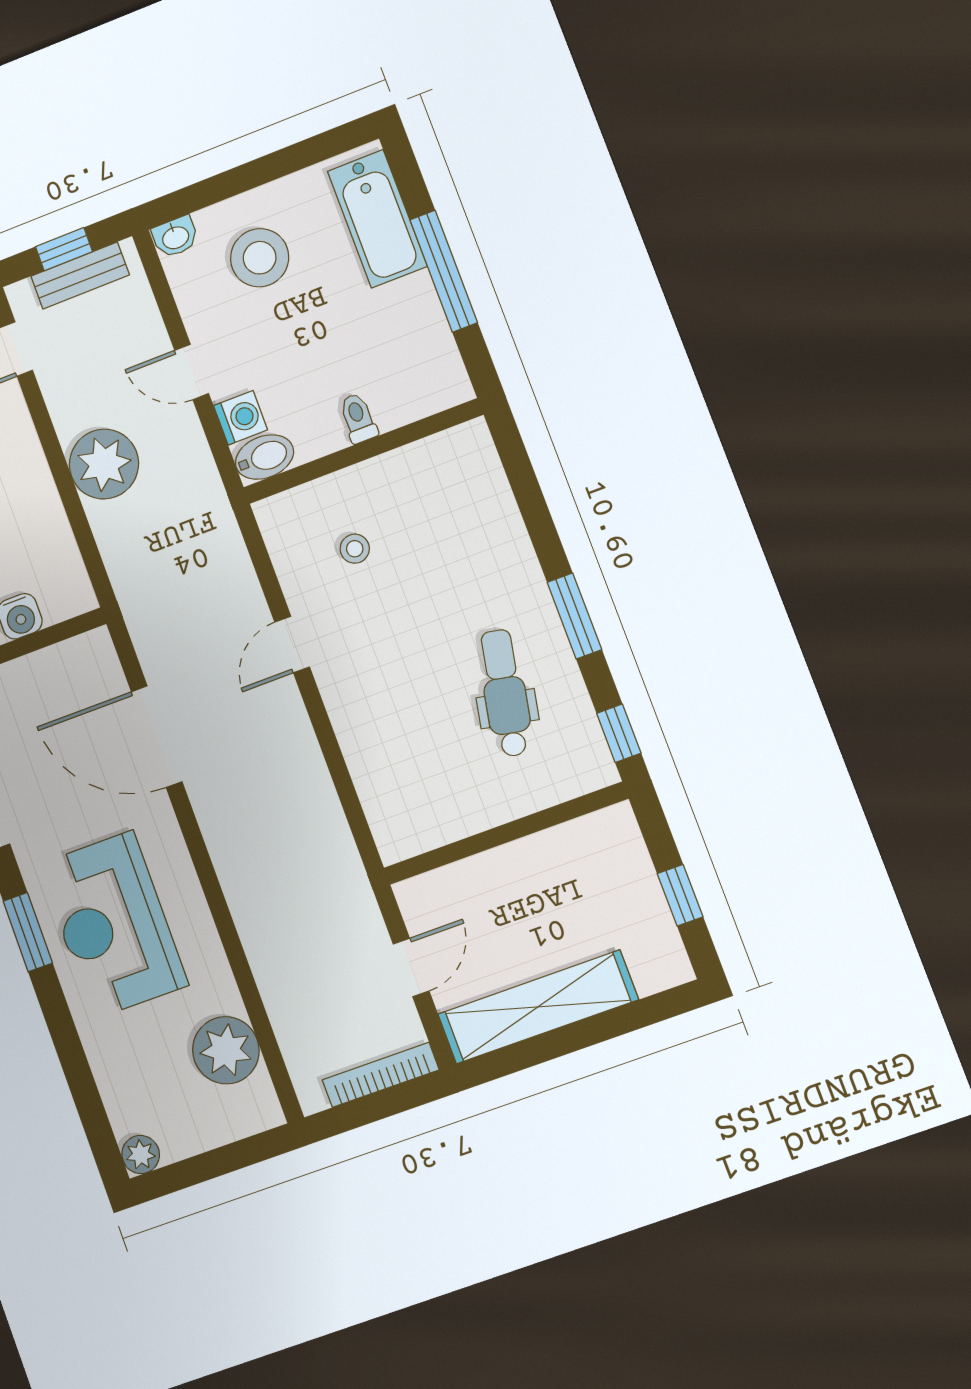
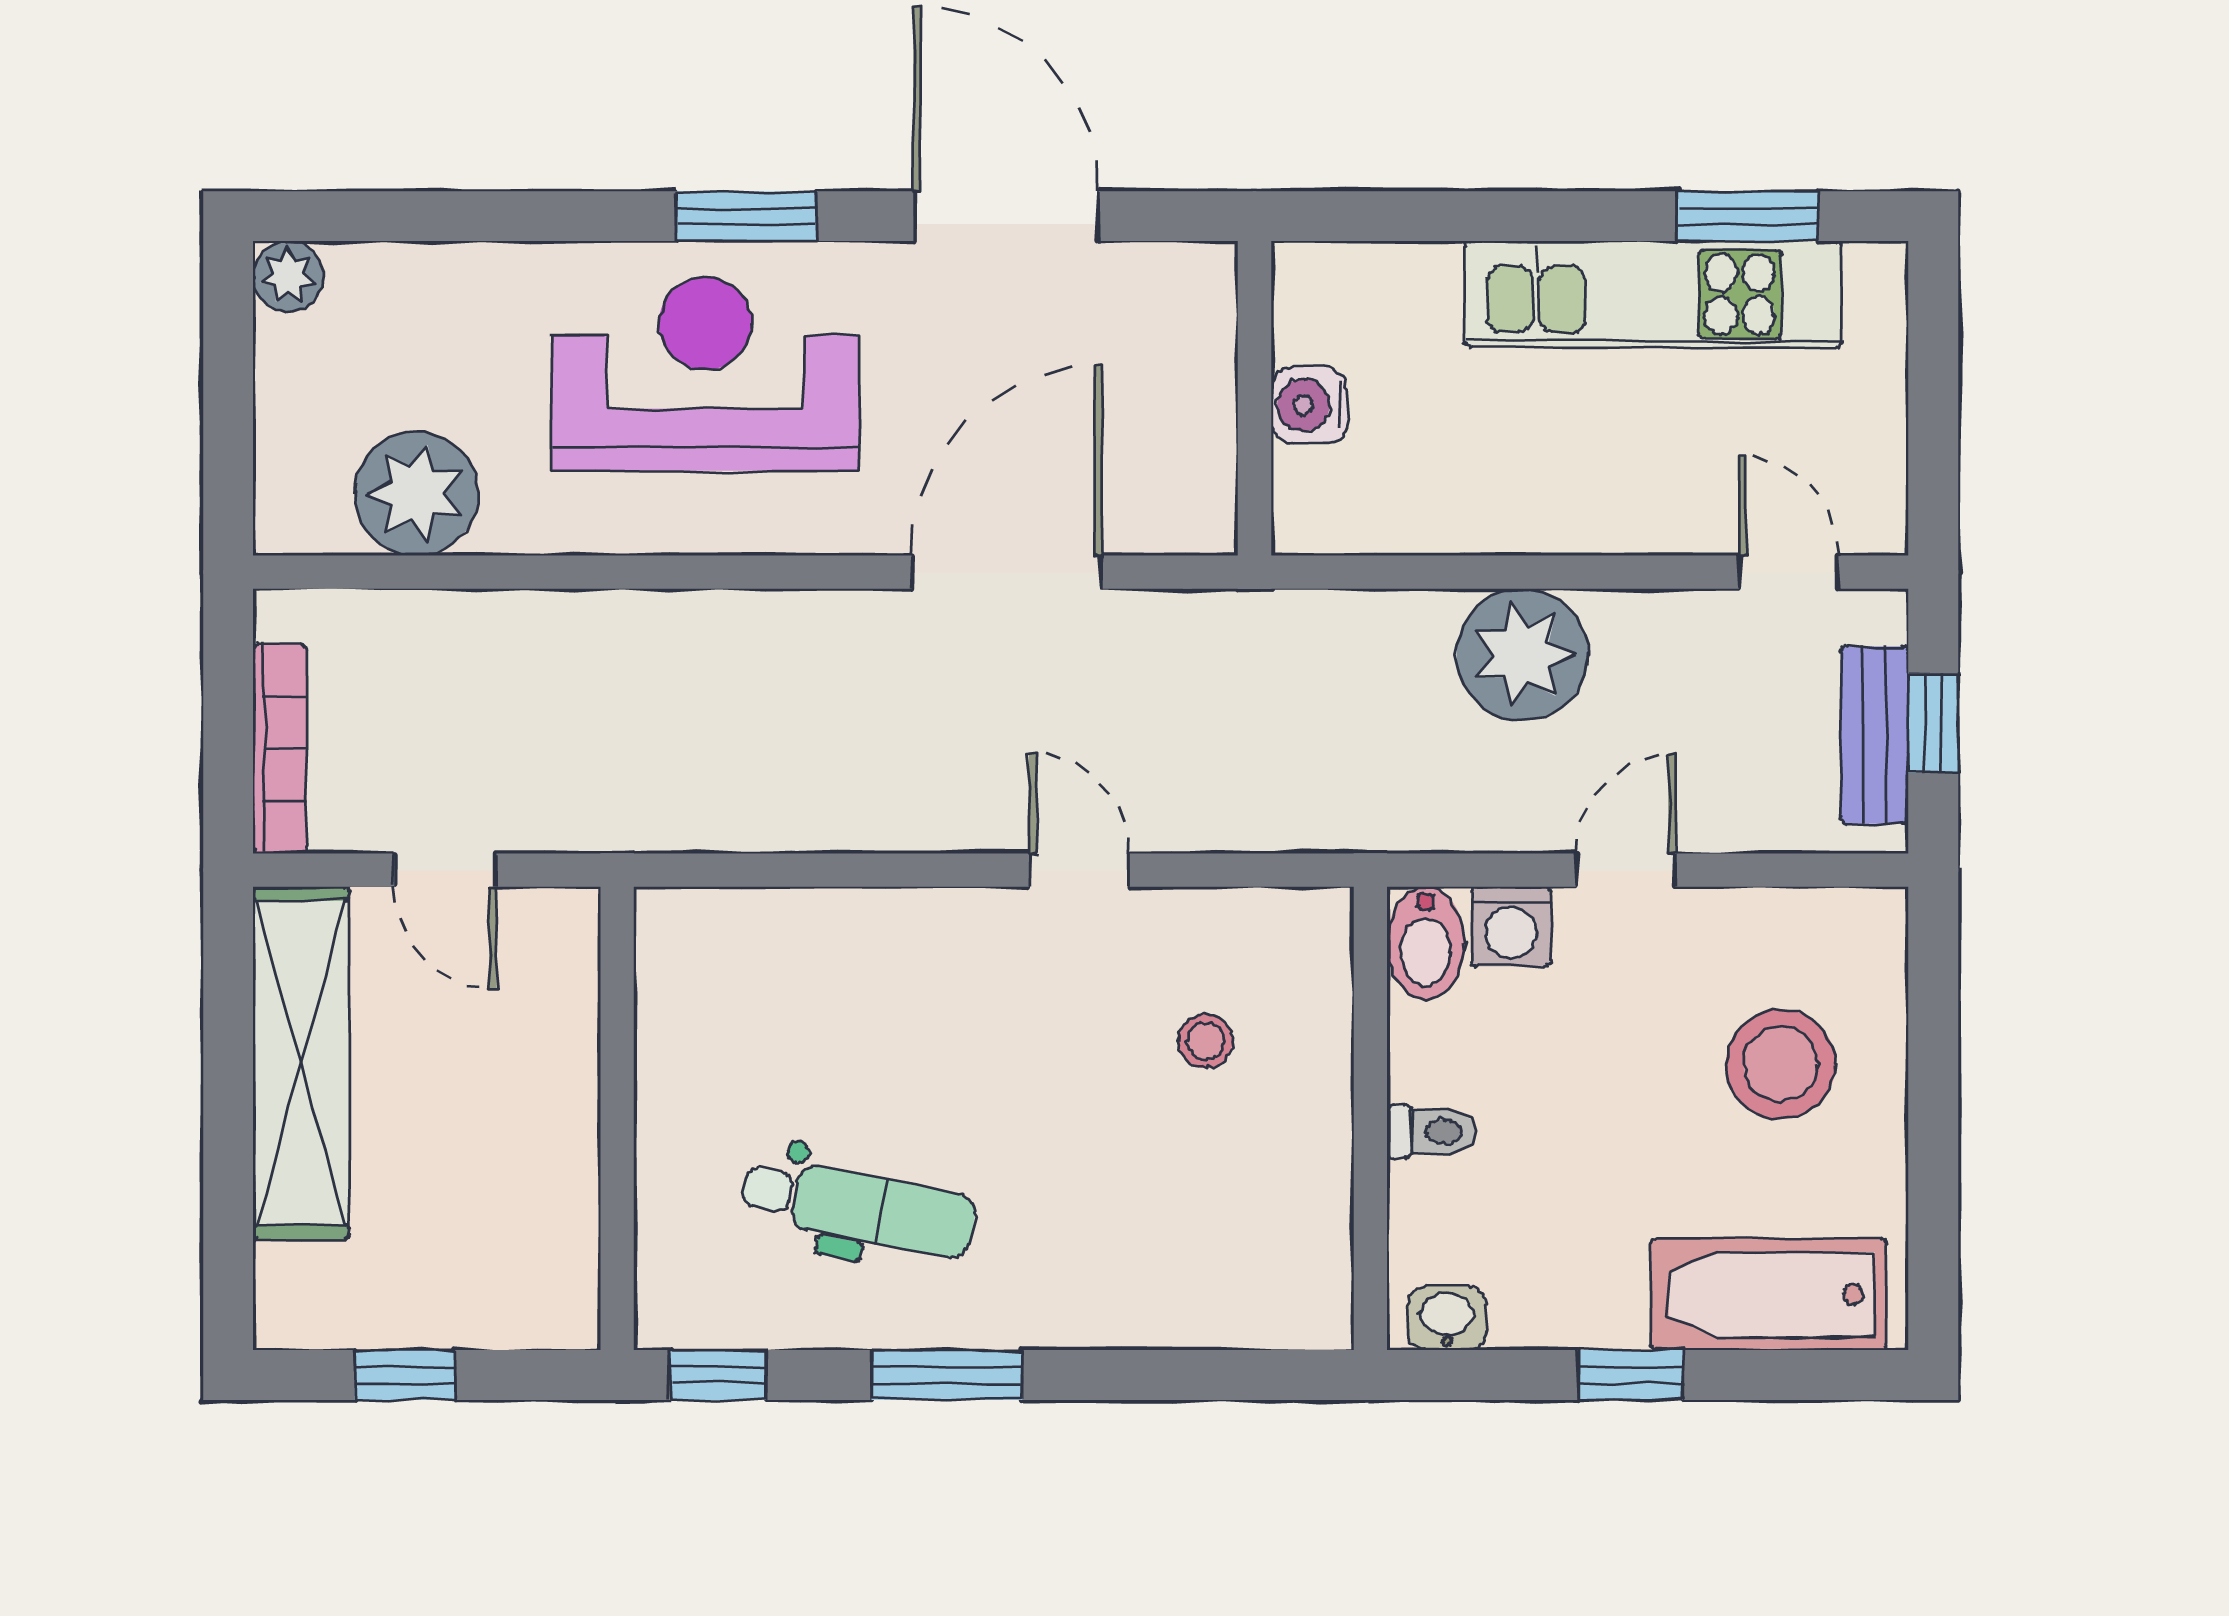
washbasin: (175, 237) -> (1447, 1318), moved, turned 90
window: (444, 271) -> (1631, 1375), width x0.46

